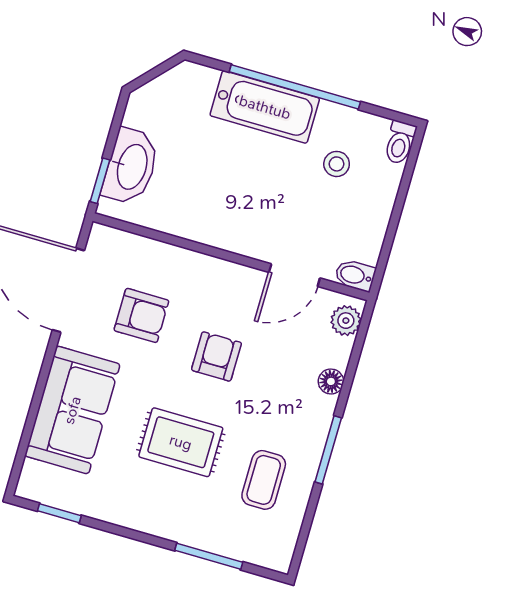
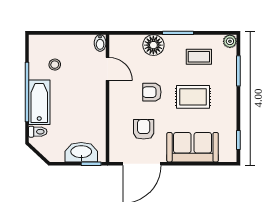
toilet: (400, 143) -> (38, 132), moved
plant: (346, 321) -> (230, 41), moved
floor lamp: (331, 381) -> (153, 45), width x1.89, depth x1.89
rug: (181, 442) -> (193, 97), turned 90

